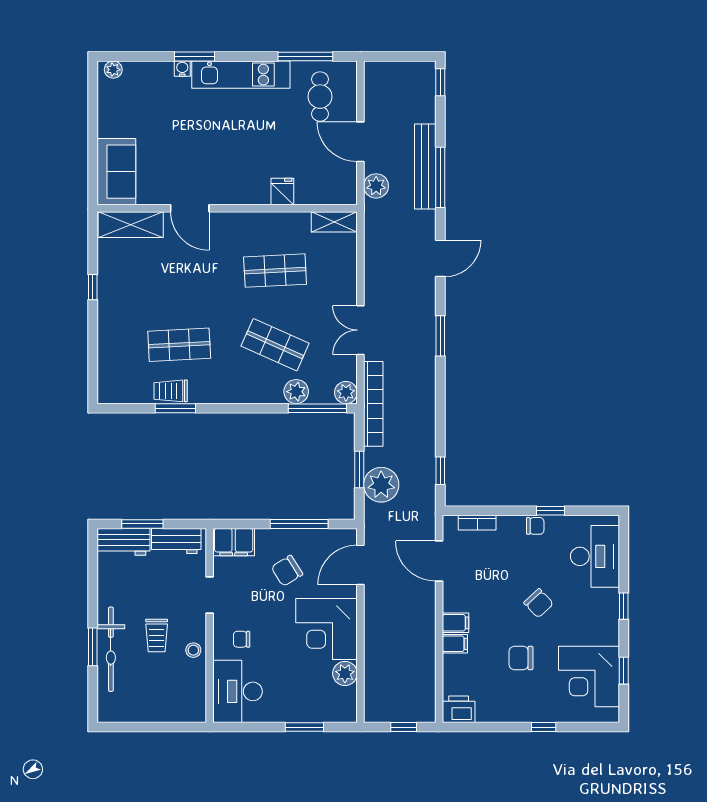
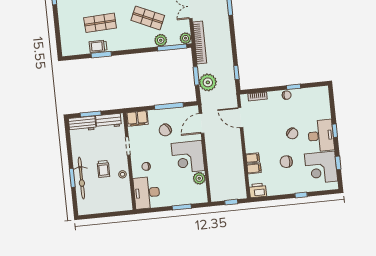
desk: (595, 556) -> (321, 136), moved
filing cabinet: (456, 623) -> (254, 168), moved

